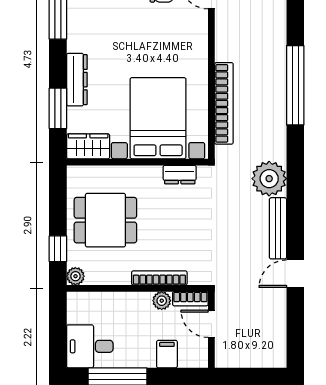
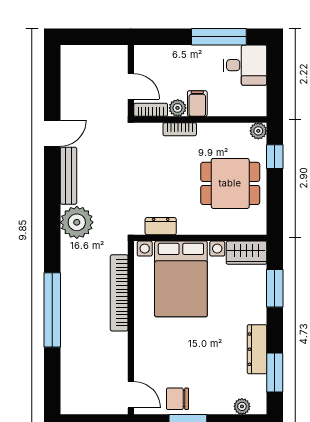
dresser: (77, 80) -> (257, 349), moved
bookcase: (159, 278) -> (180, 129), width x0.64
filing cabinet: (167, 354) -> (197, 104), moved, turned 180

